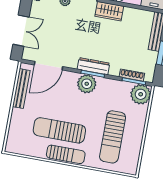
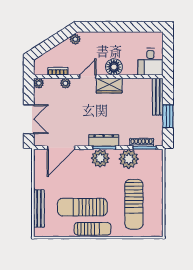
bench: (21, 89) -> (39, 208), moved
plant: (141, 94) -> (129, 159), moved

